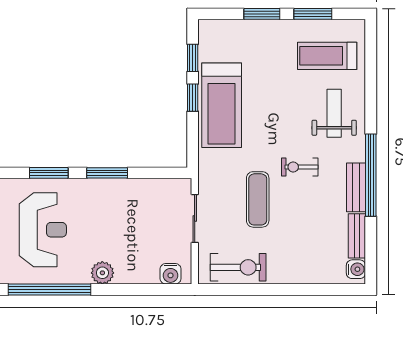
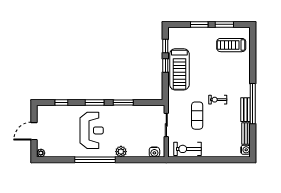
weight bench: (334, 113) -> (235, 73), removed
exercise bike: (238, 267) -> (188, 149), turned 180

